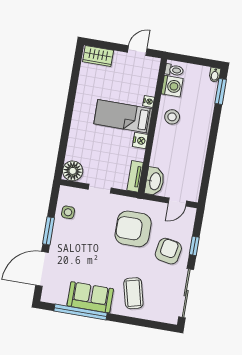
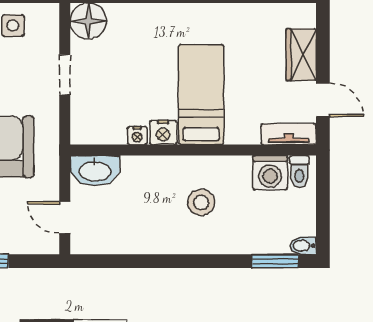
wardrobe: (98, 56) -> (301, 55), moved
nightstand: (149, 101) -> (137, 136), moved
stool: (172, 117) -> (201, 202), moved
tv unit: (135, 176) -> (289, 134), moved

